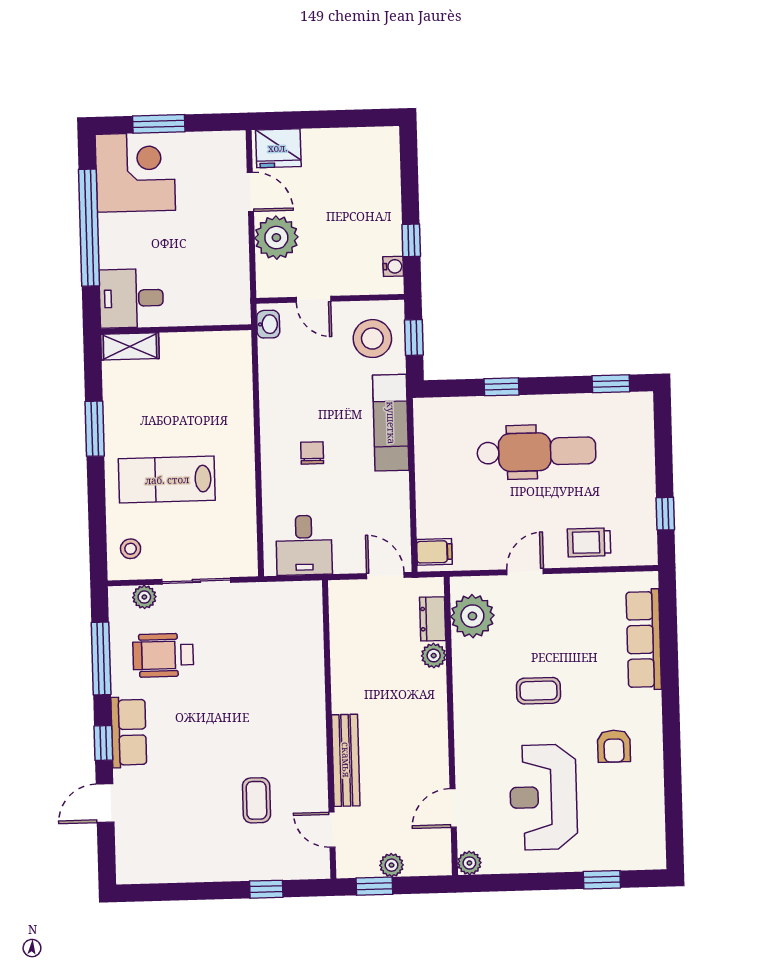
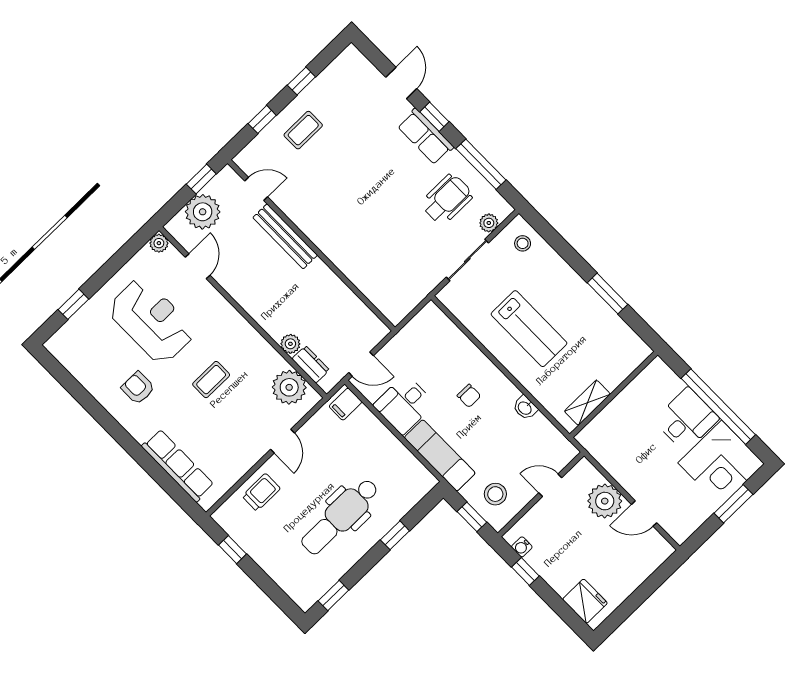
fridge: (278, 148) -> (585, 601), moved, turned 90
desk: (131, 298) -> (686, 419), moved
washbasin: (268, 324) -> (525, 408), moved
stool: (372, 339) -> (495, 494), width x0.73, depth x0.73
shelving: (130, 346) -> (587, 403), moved
lab bench: (167, 480) -> (529, 329), moved, turned 90
desk: (304, 545) -> (404, 404), moved, turned -90
coffee table: (256, 800) -> (303, 130), moved, turned 90
plant: (391, 865) -> (203, 212), width x1.87, depth x1.87
window: (197, 891) -> (301, 81), added

